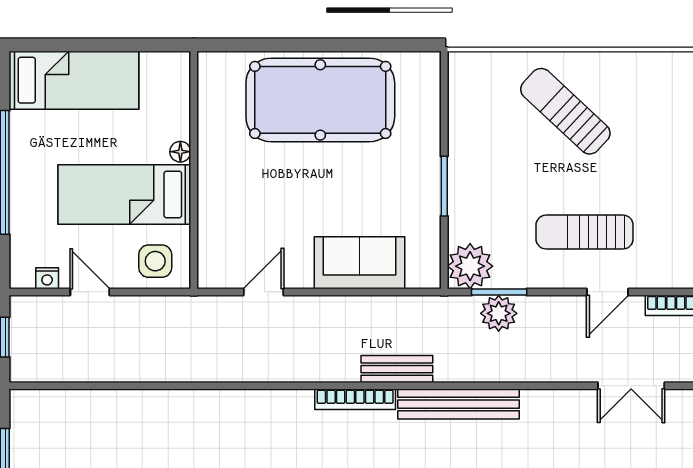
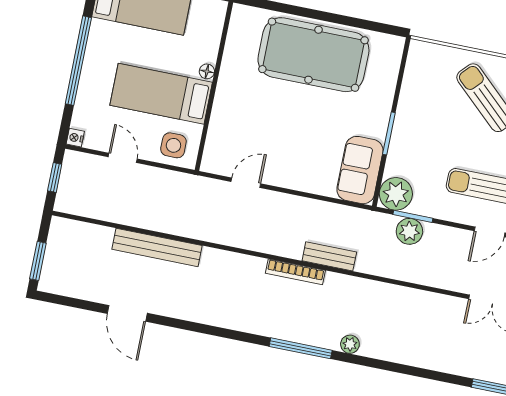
sofa: (360, 263) -> (360, 170), moved, turned -90
nightstand: (47, 278) -> (75, 138), moved, turned 90
bench: (458, 404) -> (157, 247), moved

